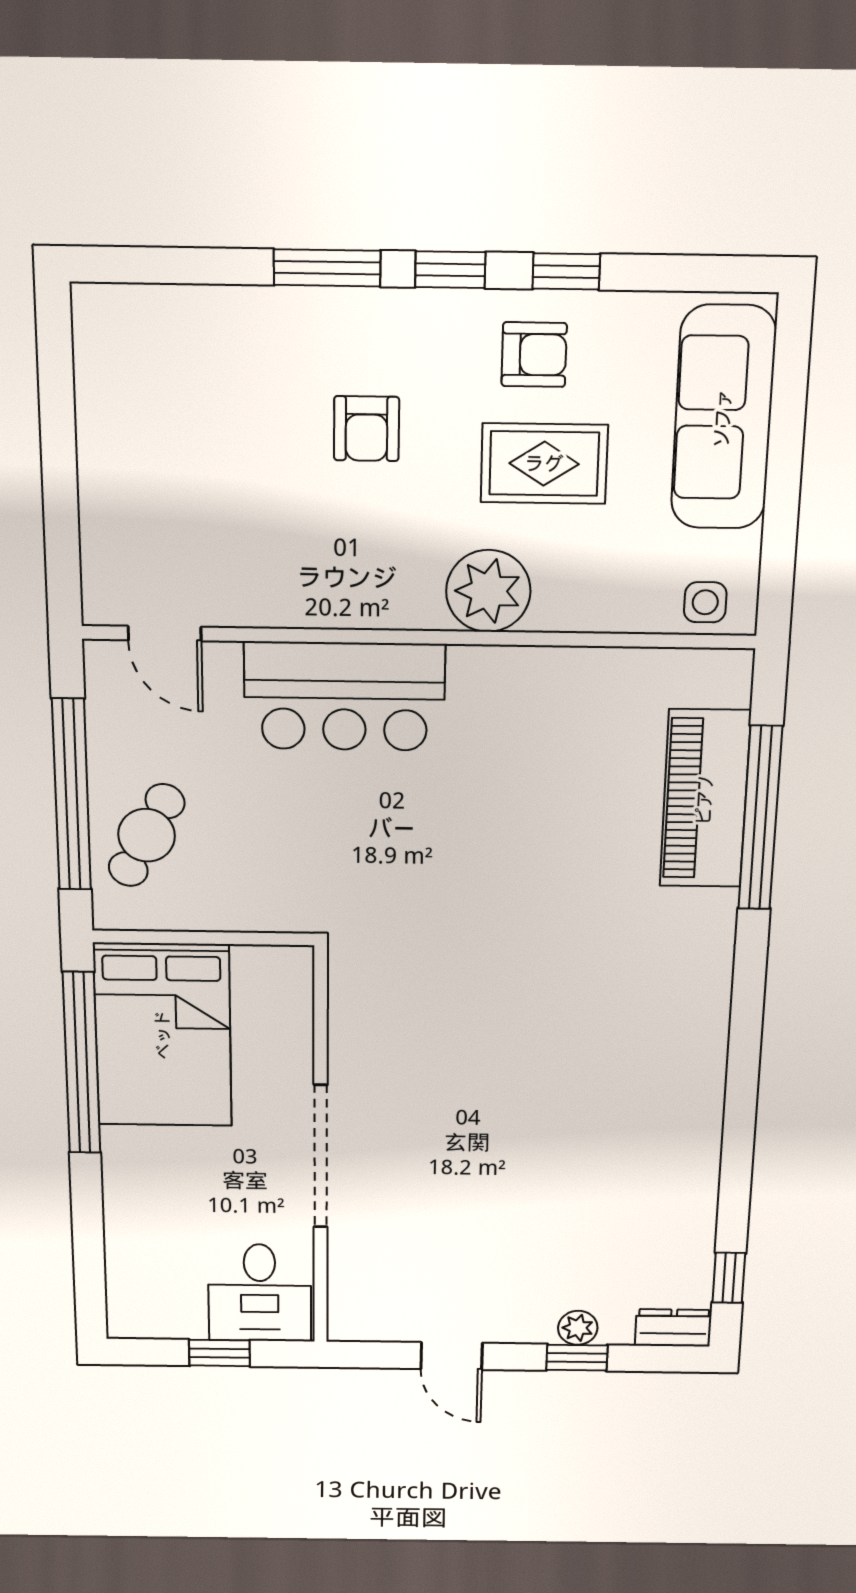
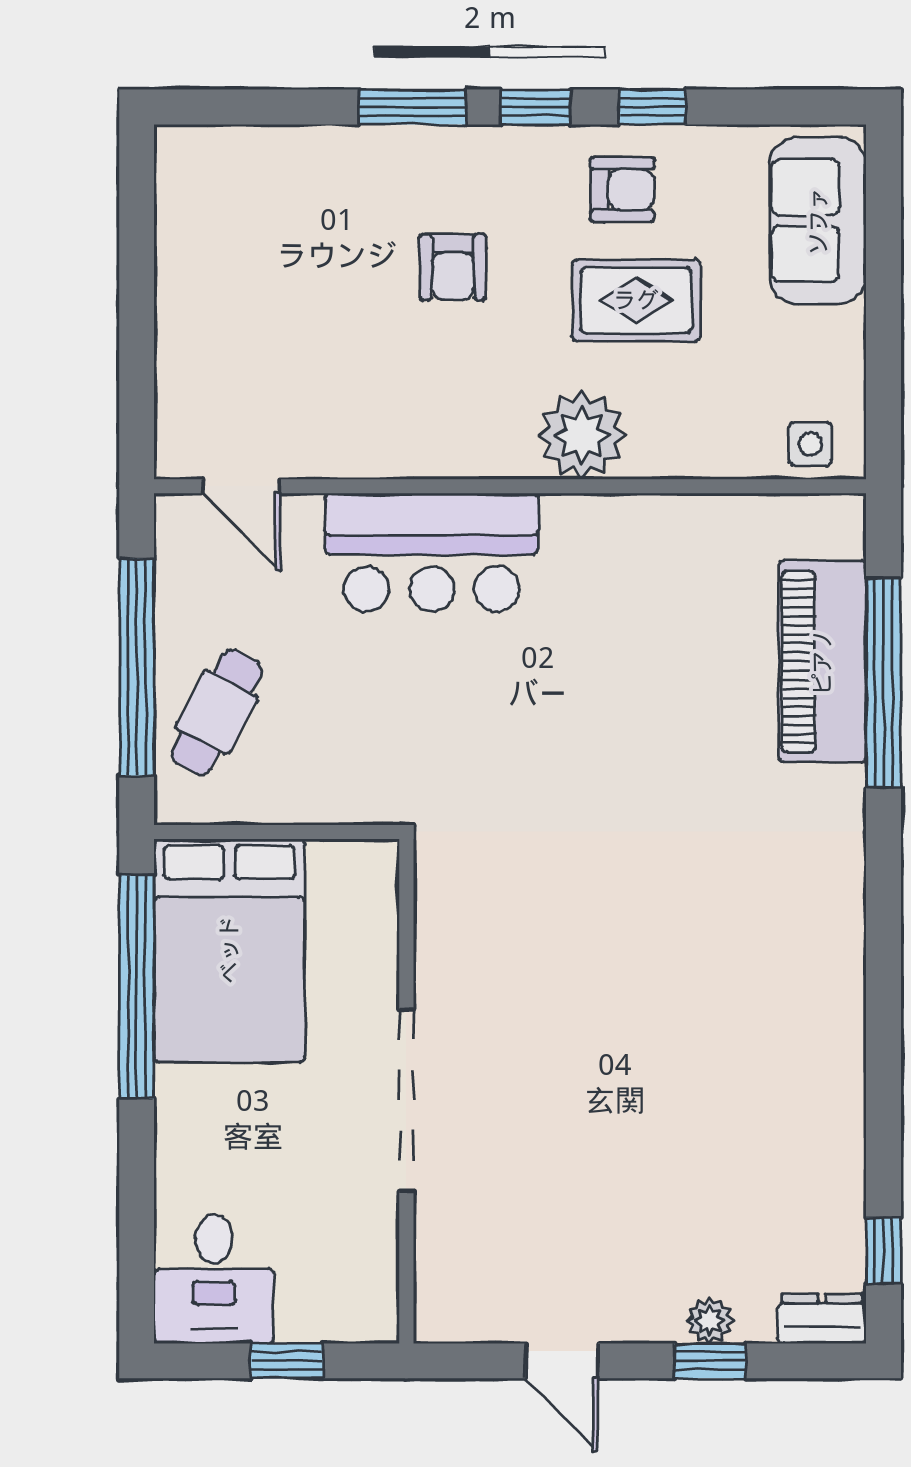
sofa: (723, 418) -> (818, 221), width x0.73
desk: (260, 1293) -> (214, 1279), moved

